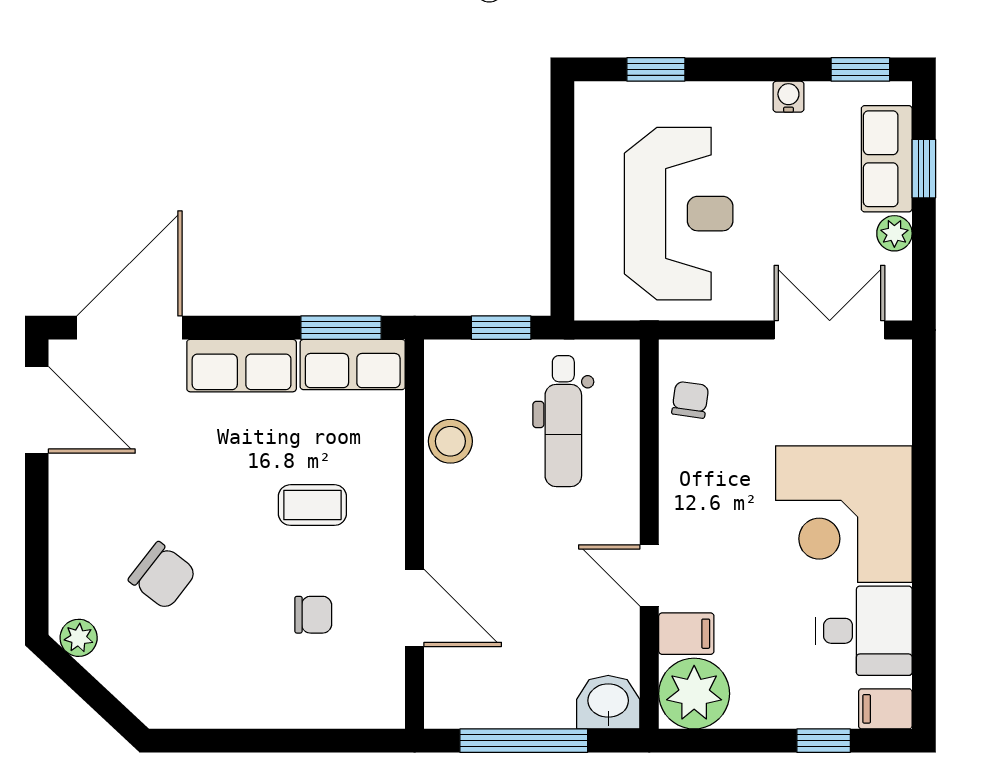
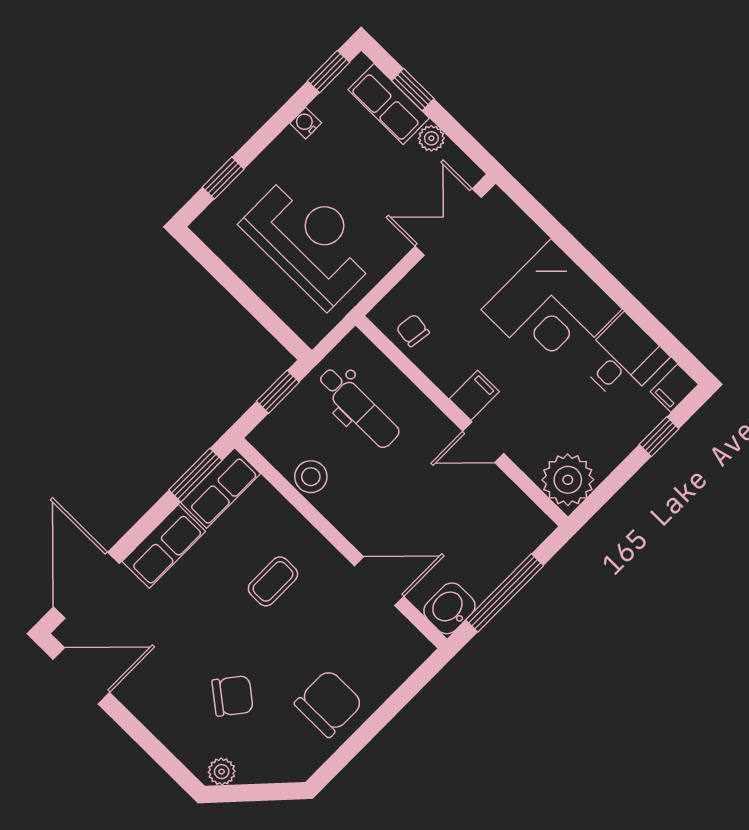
chair: (313, 615) -> (329, 703), moved, width x1.87, depth x1.87
filing cabinet: (686, 634) -> (474, 395), moved
washbasin: (608, 702) -> (449, 608), moved

